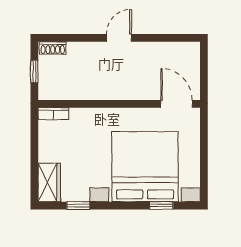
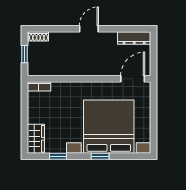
dresser: (178, 50) -> (134, 38), added
door: (176, 104) -> (133, 79), hinge flipped
window: (161, 206) -> (100, 156), moved

